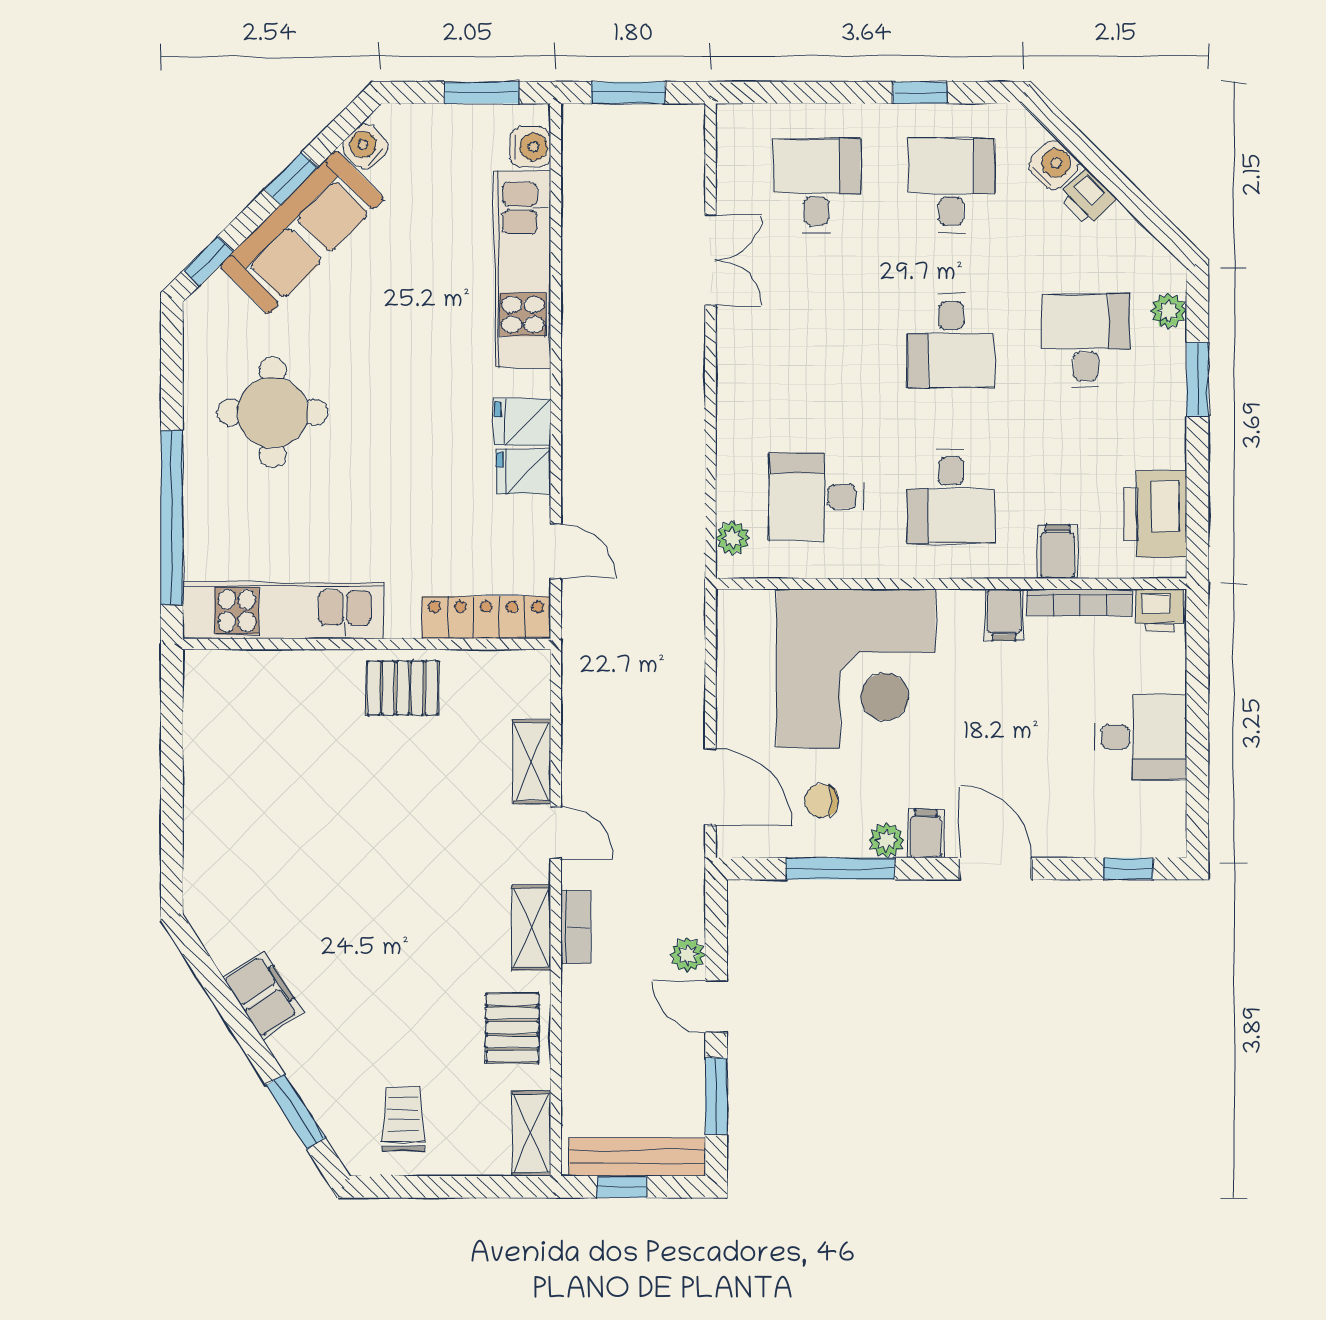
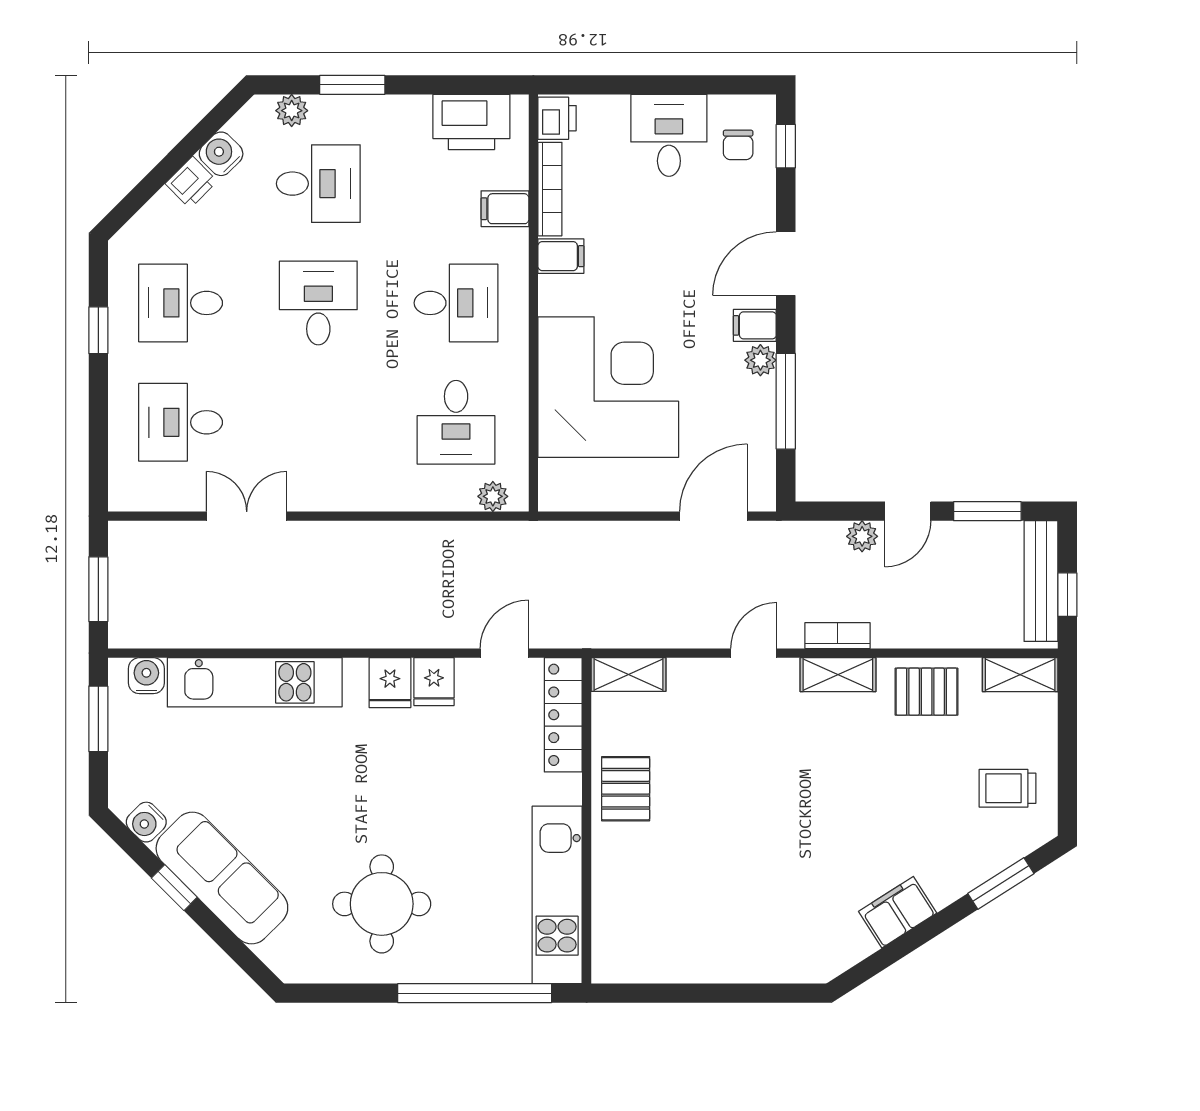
water cooler: (1054, 165) -> (221, 154), moved
window: (209, 261) -> (247, 961), removed
desk: (951, 341) -> (318, 303), turned -90
desk: (1086, 341) -> (318, 184), turned 180
shelving: (532, 762) -> (629, 675), moved
chair: (821, 801) -> (738, 145), moved

